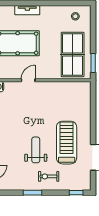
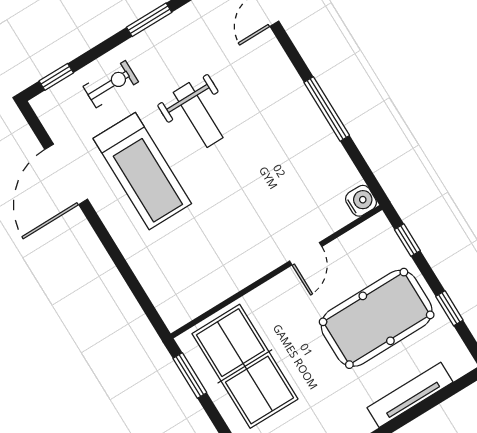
tv unit: (27, 10) -> (410, 395), width x1.41
exercise bike: (49, 176) -> (111, 84), moved

